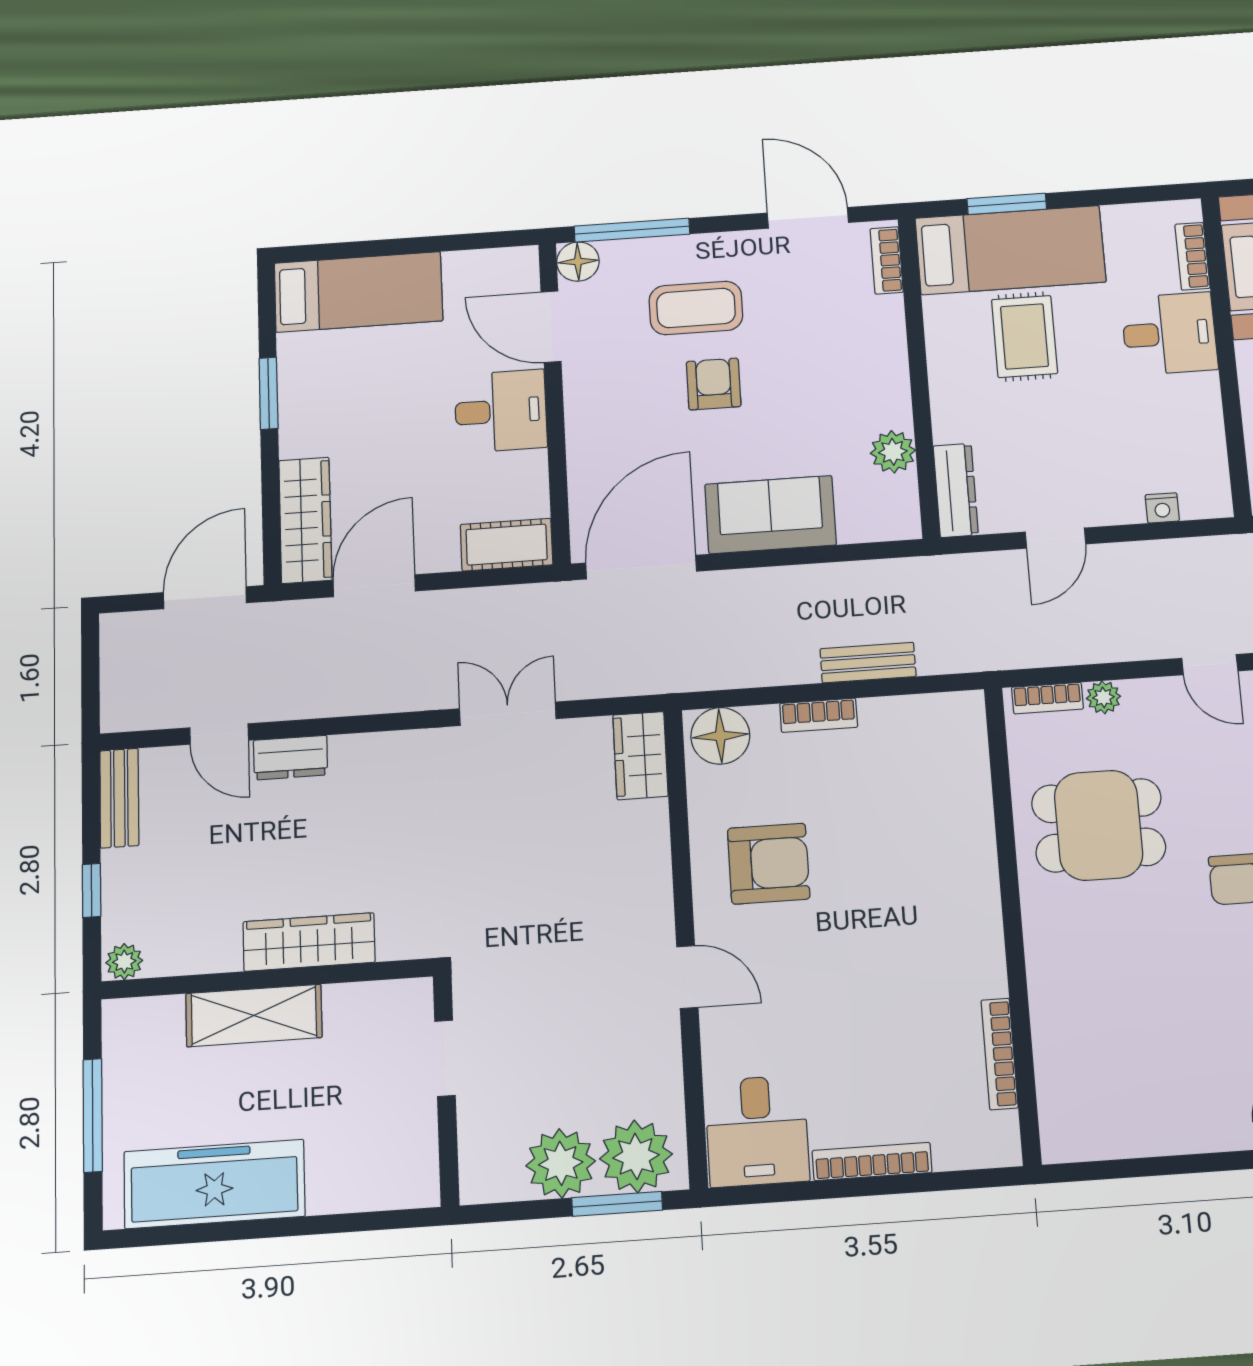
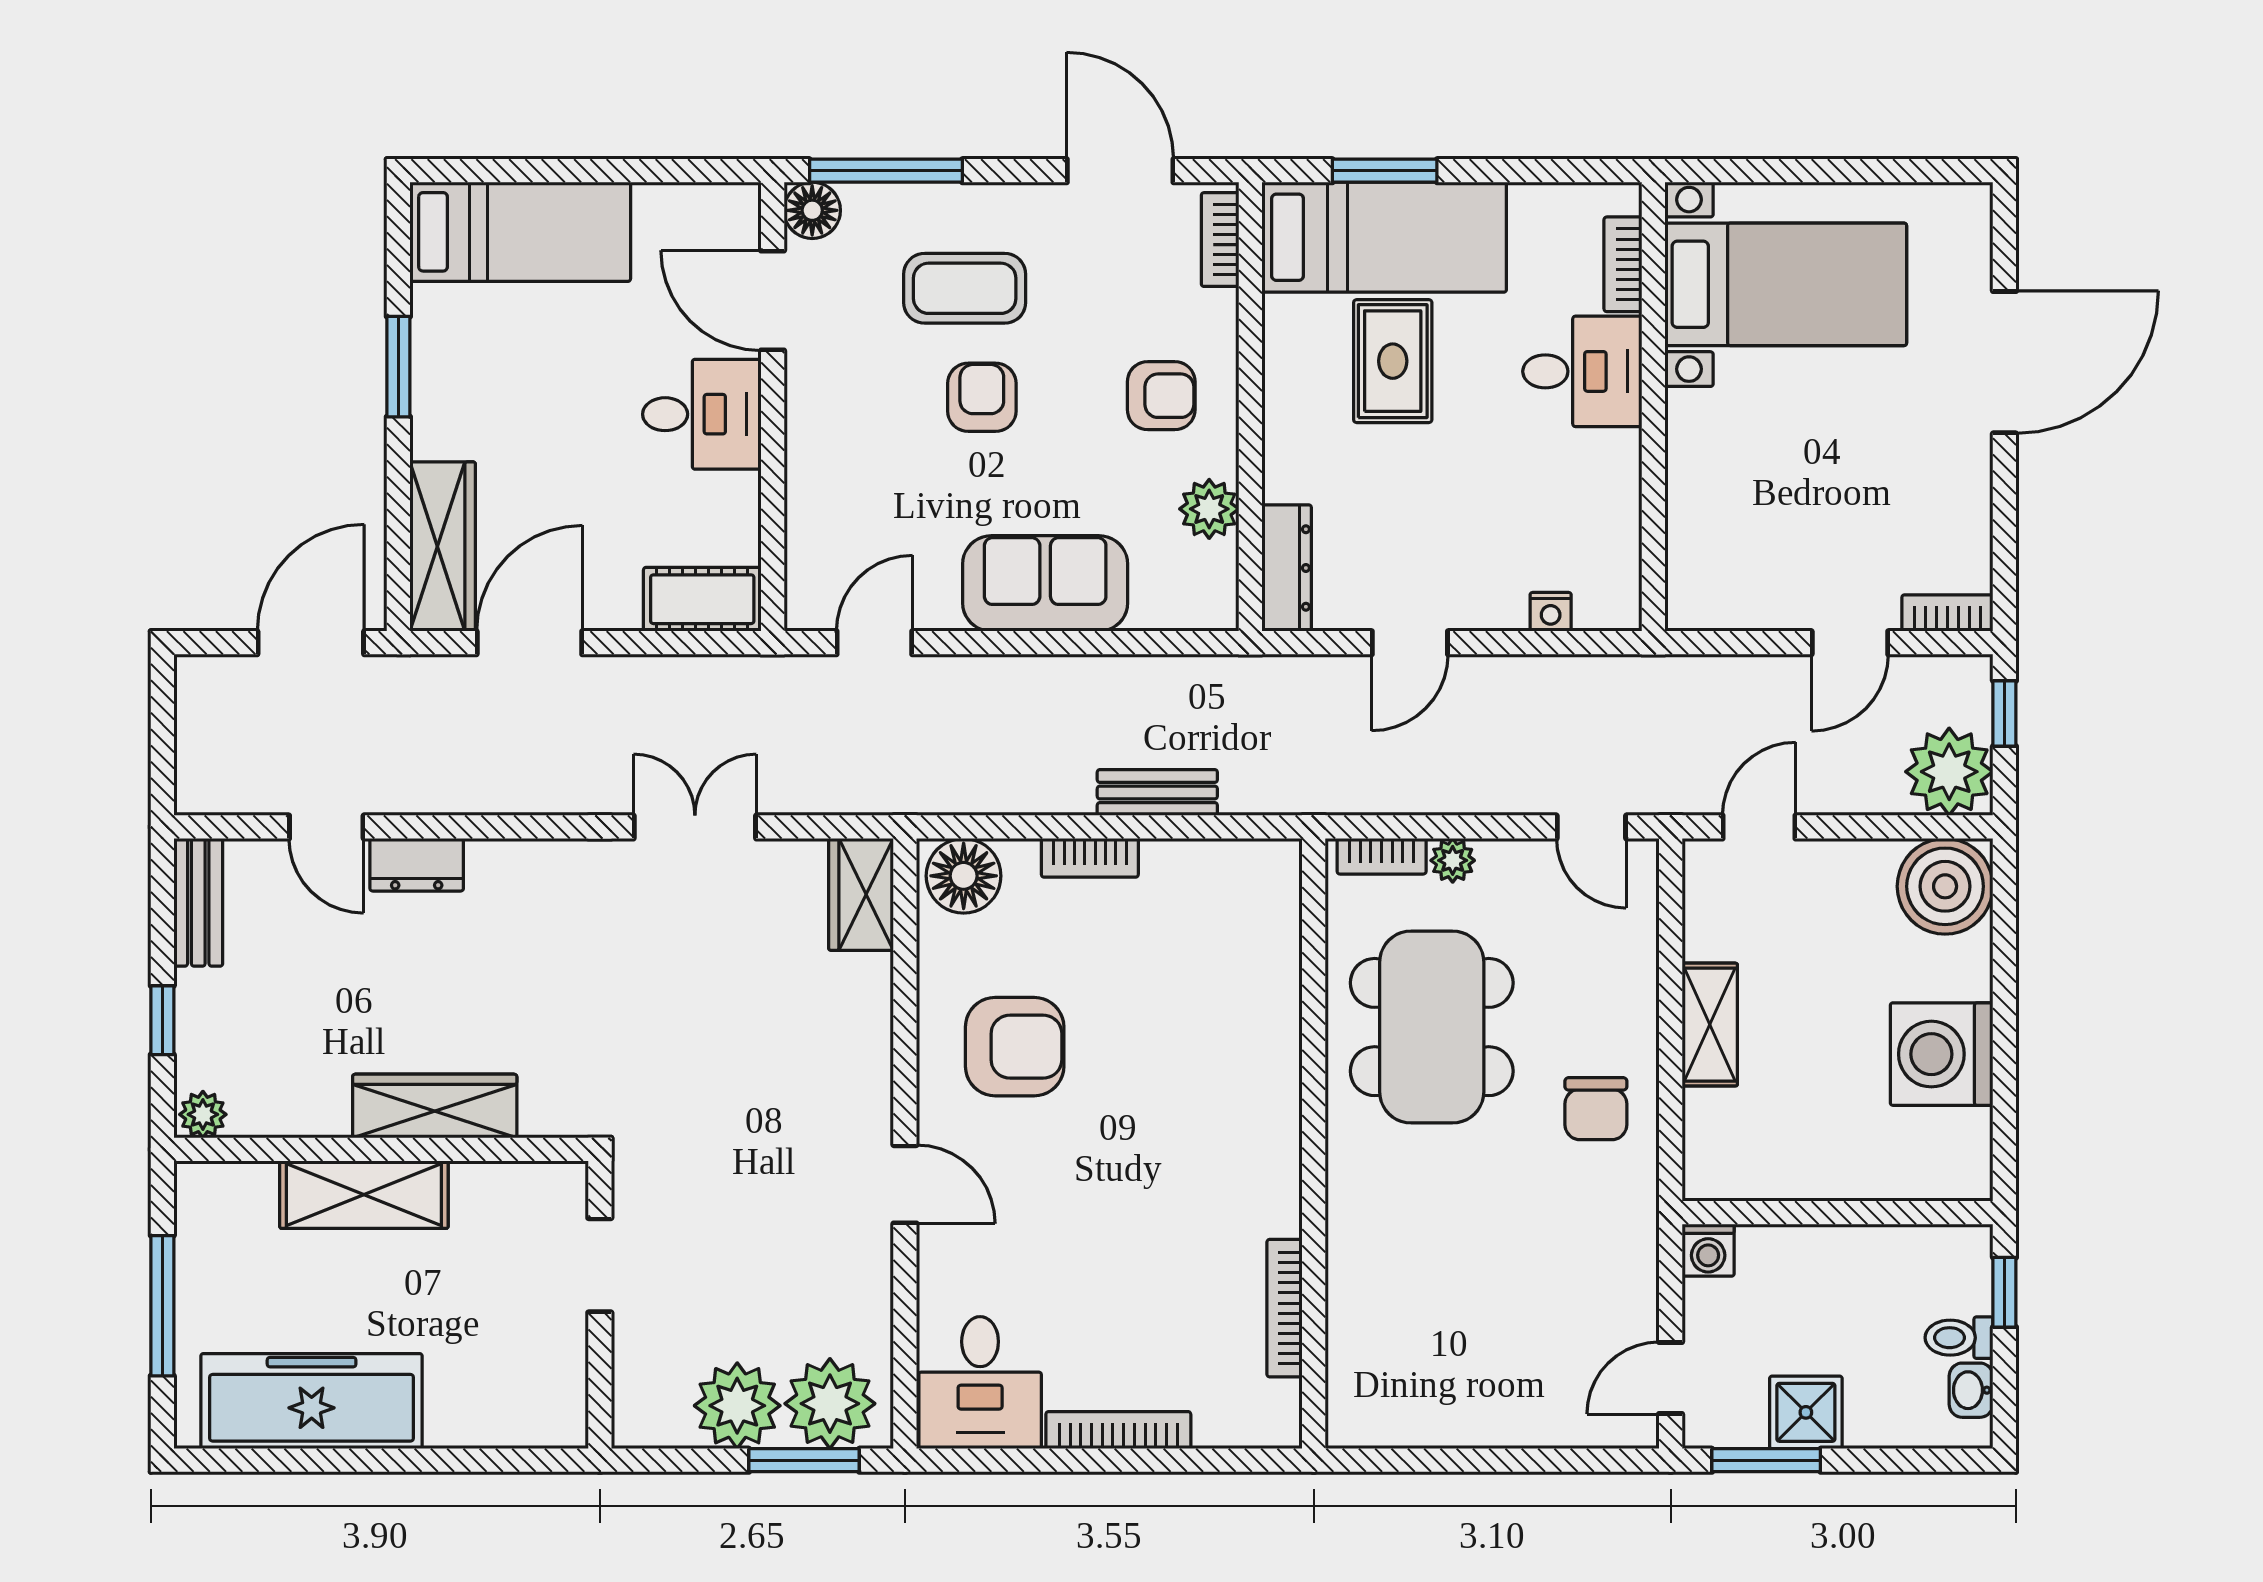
armchair: (850, 373) -> (1161, 396), added
door: (641, 567) -> (874, 643), width x0.53
dining table: (1099, 825) -> (1432, 1027), width x1.38

